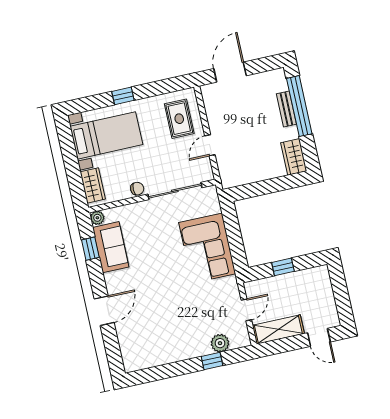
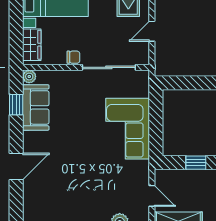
door: (246, 310) -> (152, 196), hinge flipped

